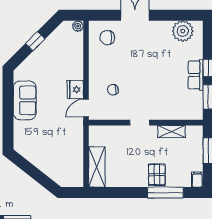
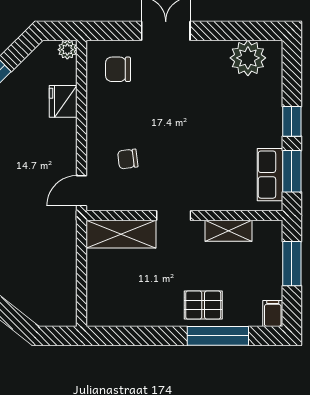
row of seats: (196, 75) -> (270, 175), moved
fridge: (75, 89) -> (63, 101), moved
shelving: (97, 167) -> (121, 234), moved, turned 90
pallet: (157, 175) -> (203, 305), turned 90

